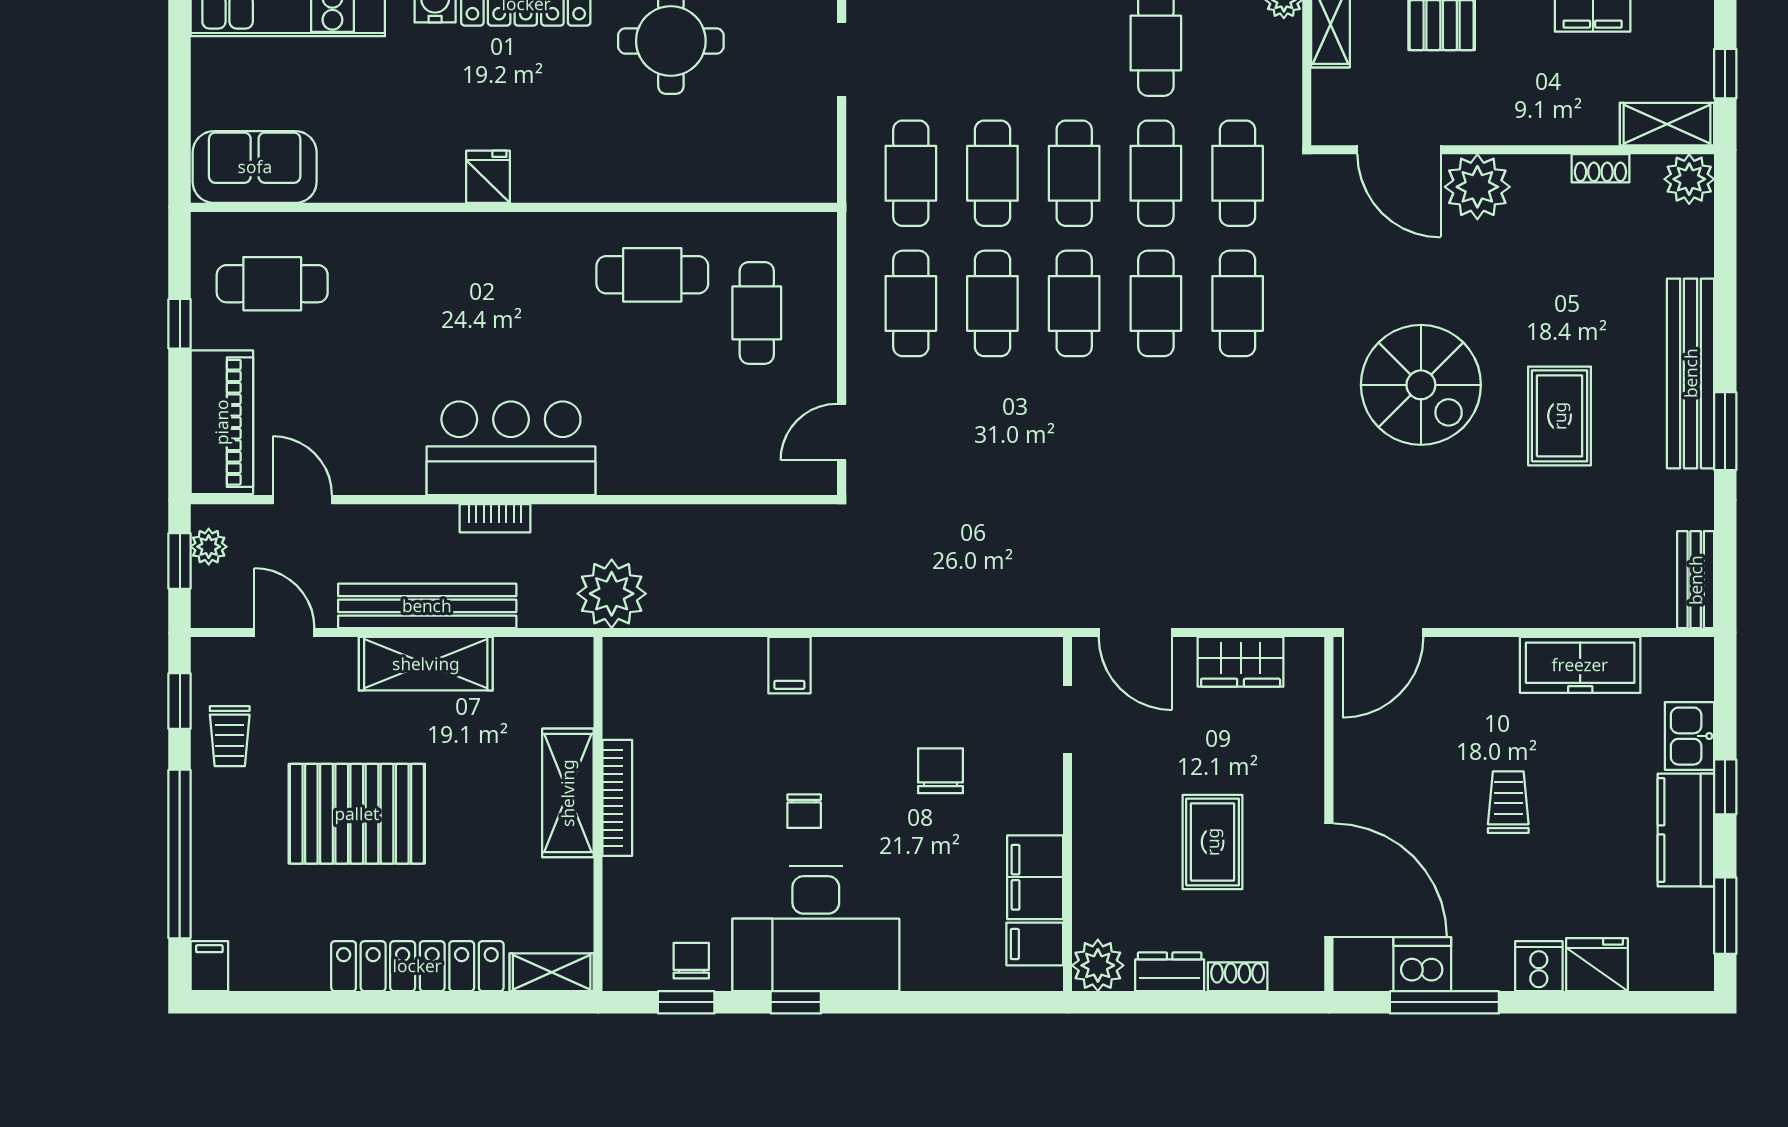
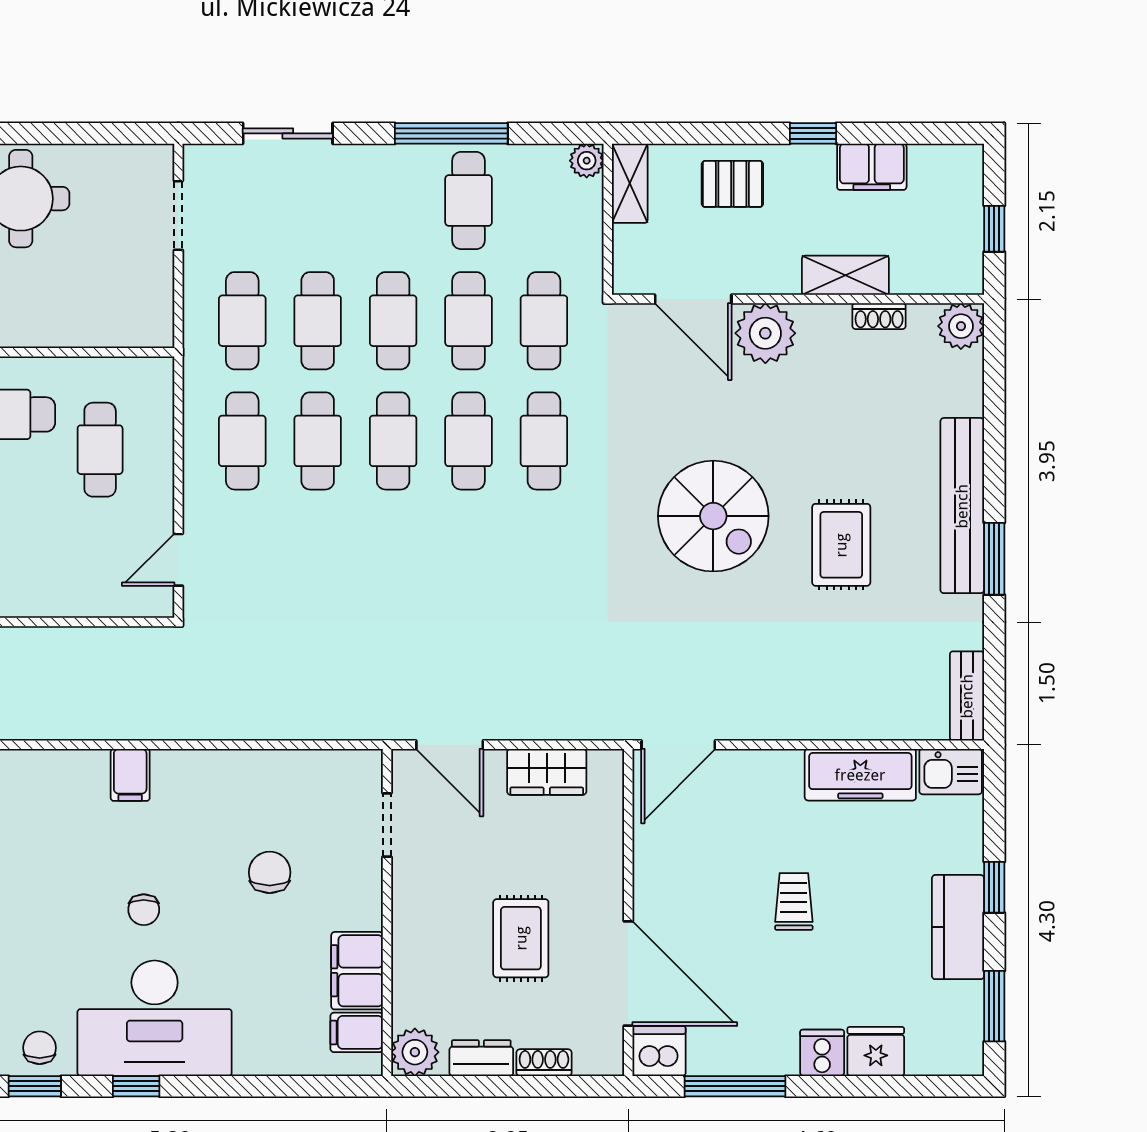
shelving: (1667, 124) -> (845, 275), moved
kitchen sink: (1690, 736) -> (951, 772), moved, turned -90
dishwasher: (1422, 964) -> (659, 1051), moved

